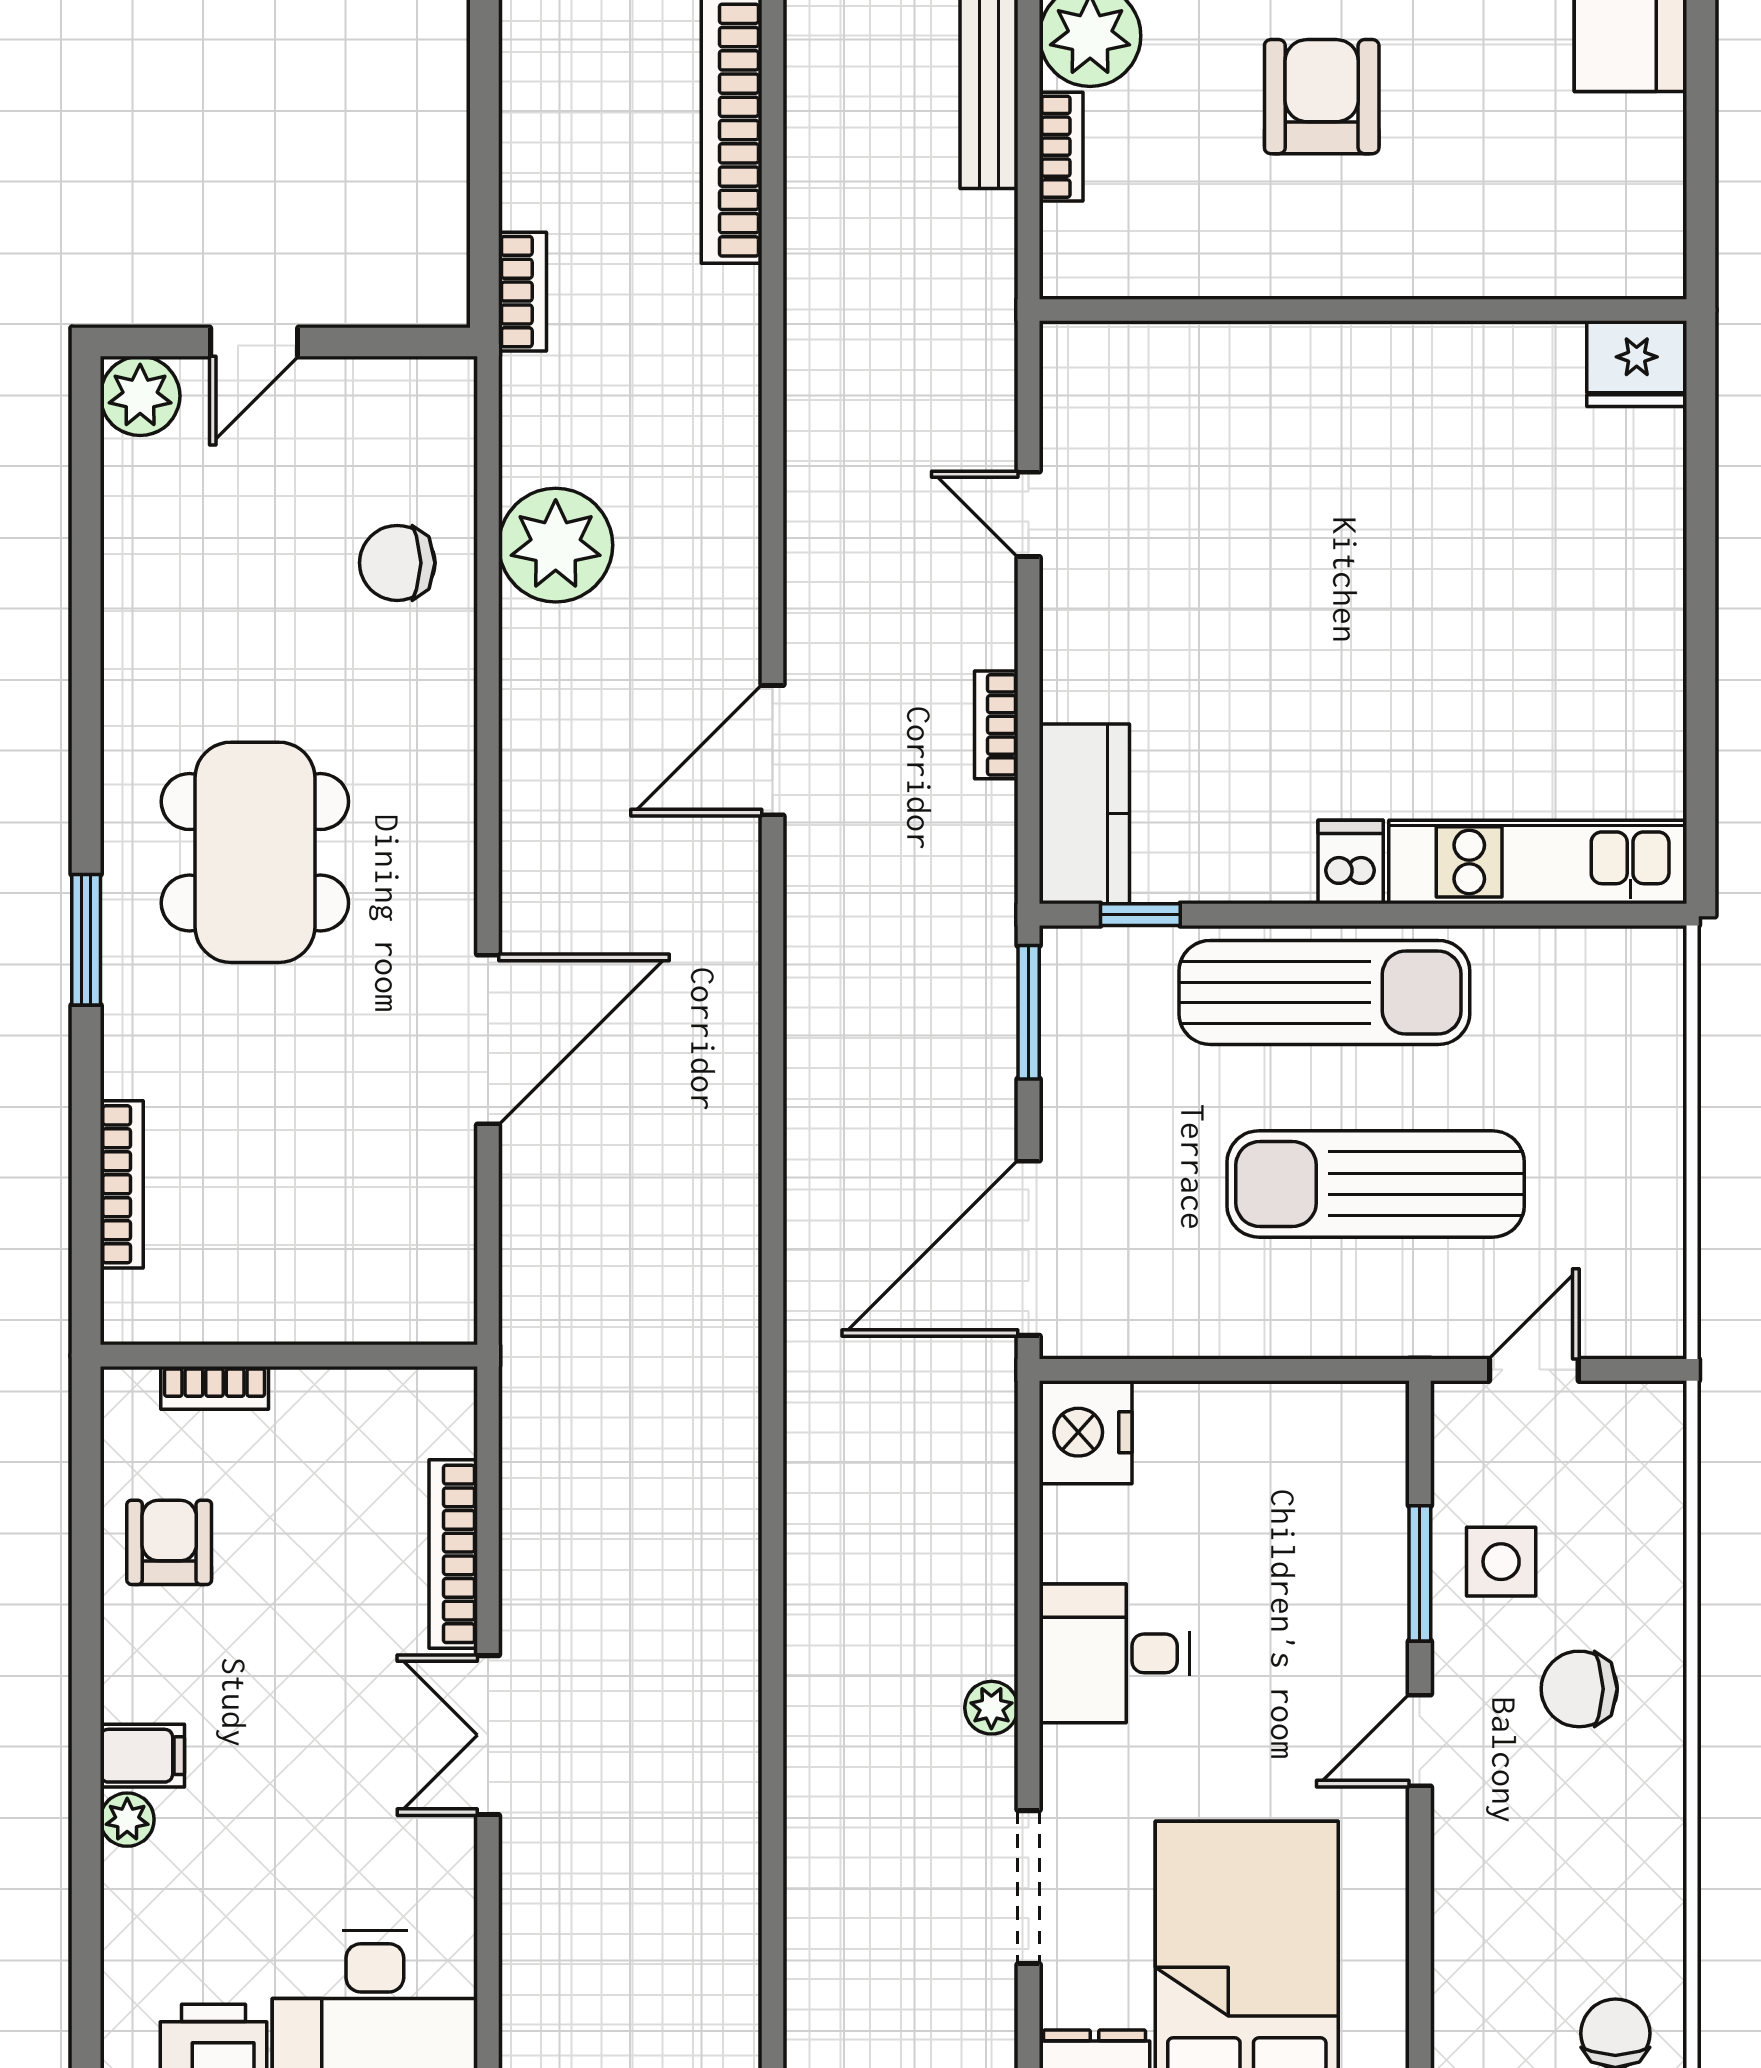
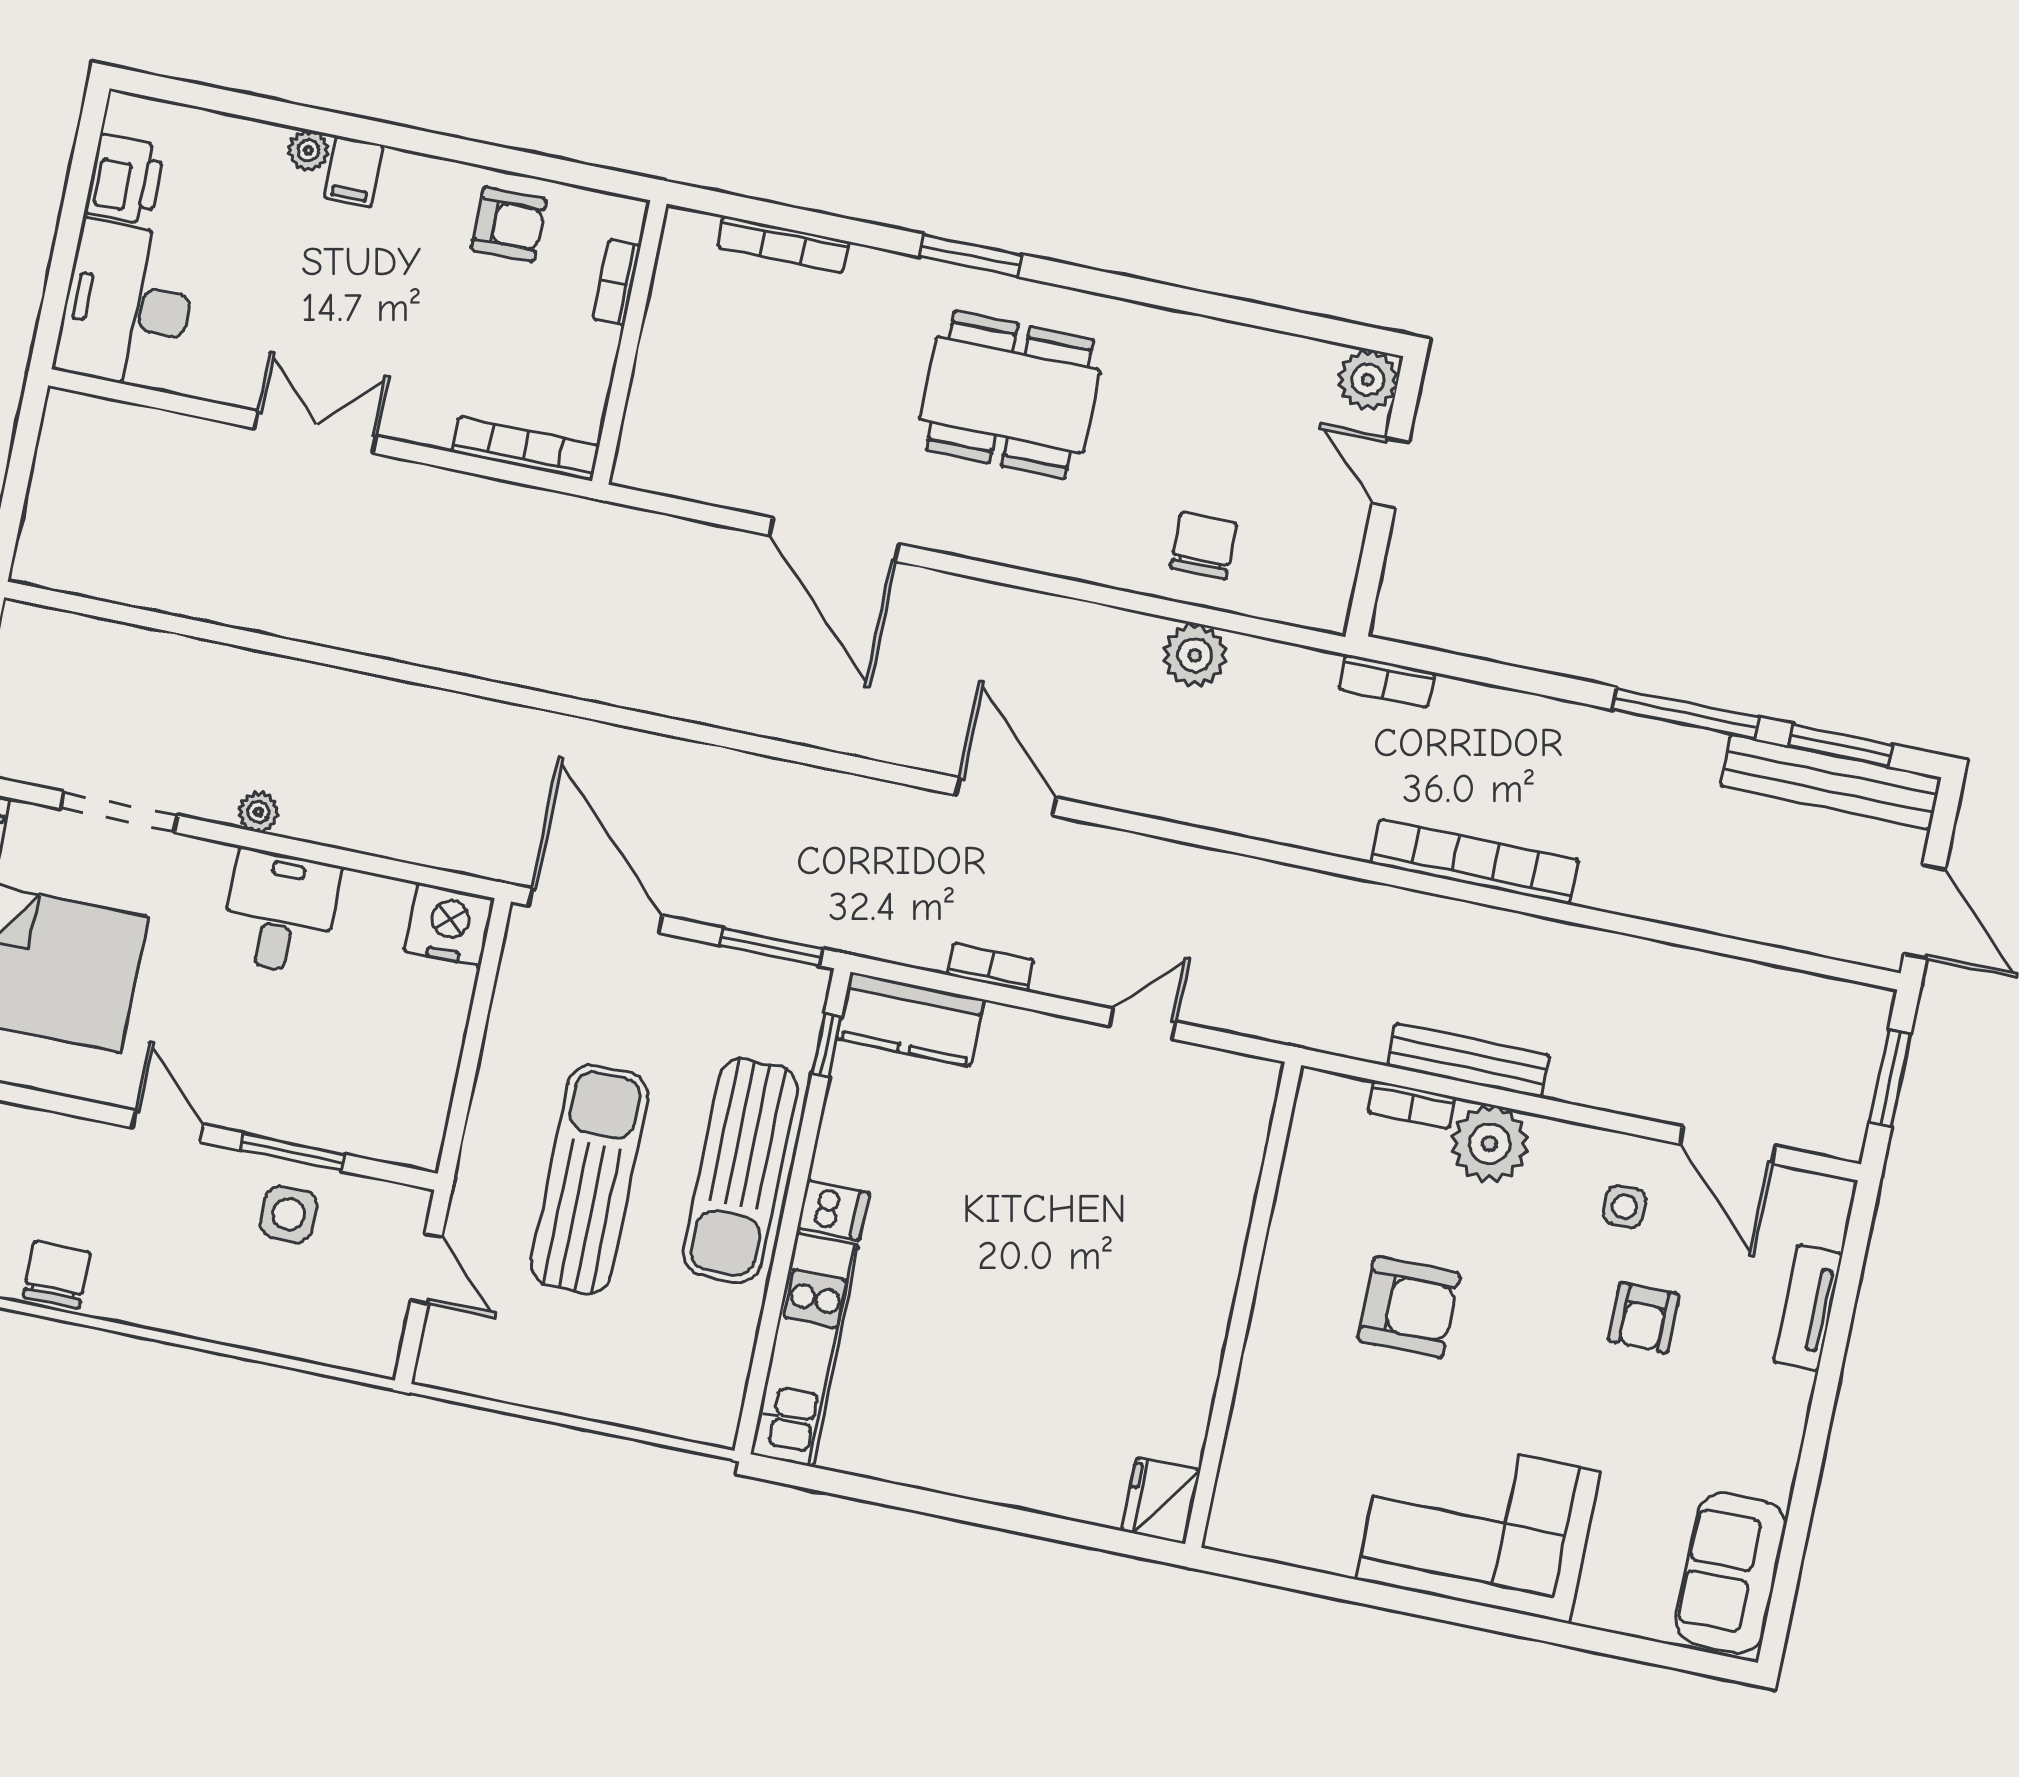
plant: (556, 545) -> (1195, 655), width x0.73, depth x0.73
bookcase: (453, 1554) -> (526, 449), moved
chair: (1579, 1689) -> (57, 1274), moved

